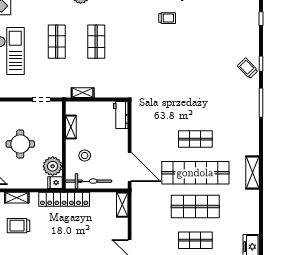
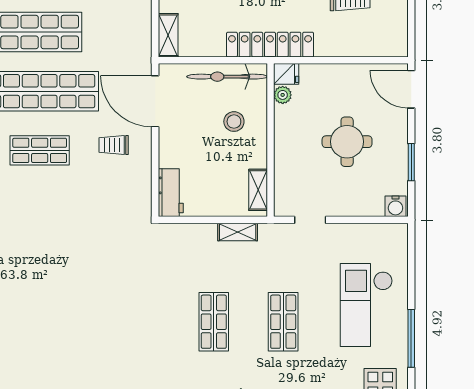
trolley: (167, 18) -> (114, 145), moved
shelving: (71, 127) -> (258, 190), moved
plant: (53, 166) -> (283, 95), width x0.53, depth x0.53
shelving: (17, 198) -> (353, 48), removed

